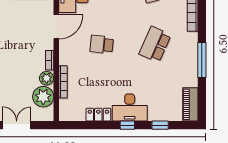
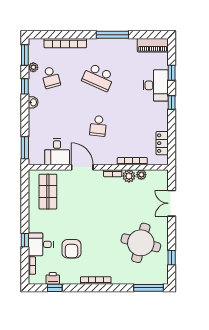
plant: (43, 97) -> (141, 175), width x0.53, depth x0.53
desk: (130, 108) -> (156, 85), moved
locker: (98, 115) -> (162, 143), moved

